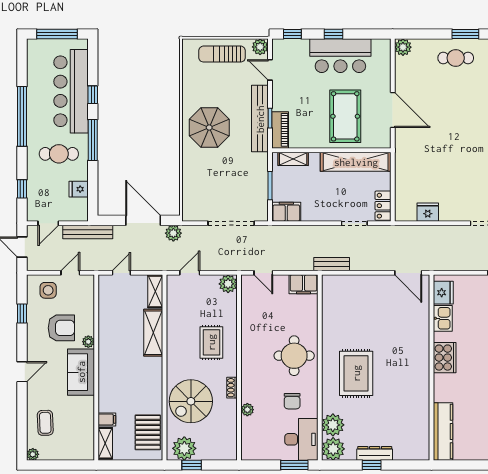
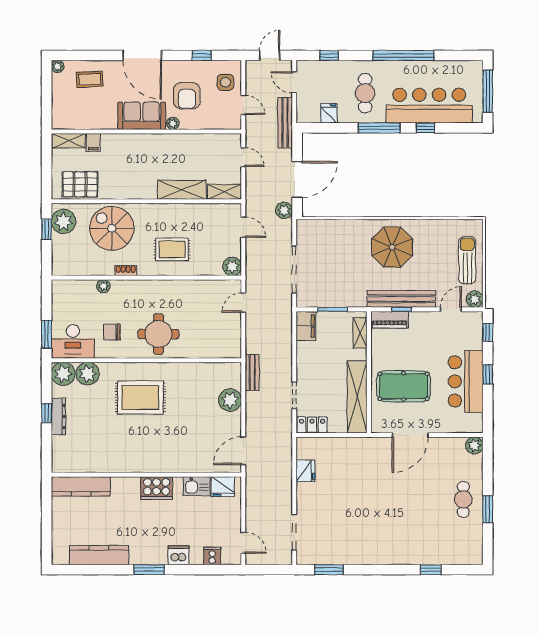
filing cabinet: (304, 284) -> (232, 344), removed
plant: (359, 286) -> (230, 400), added
door: (22, 372) -> (142, 55), width x1.88

